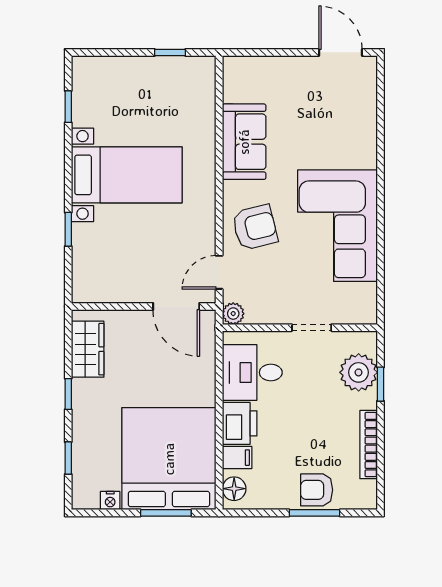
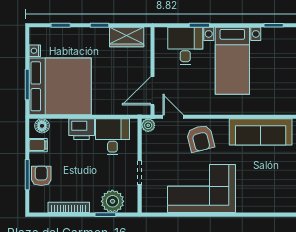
sofa: (244, 142) -> (261, 132), width x1.36
desk: (102, 252) -> (185, 46), added
filing cabinet: (237, 458) -> (38, 145), moved, turned -90

